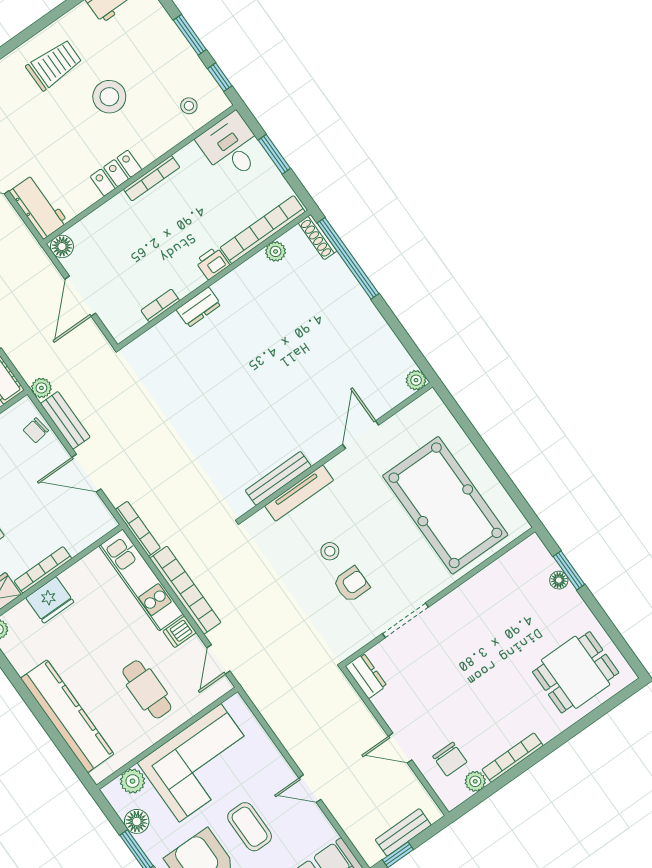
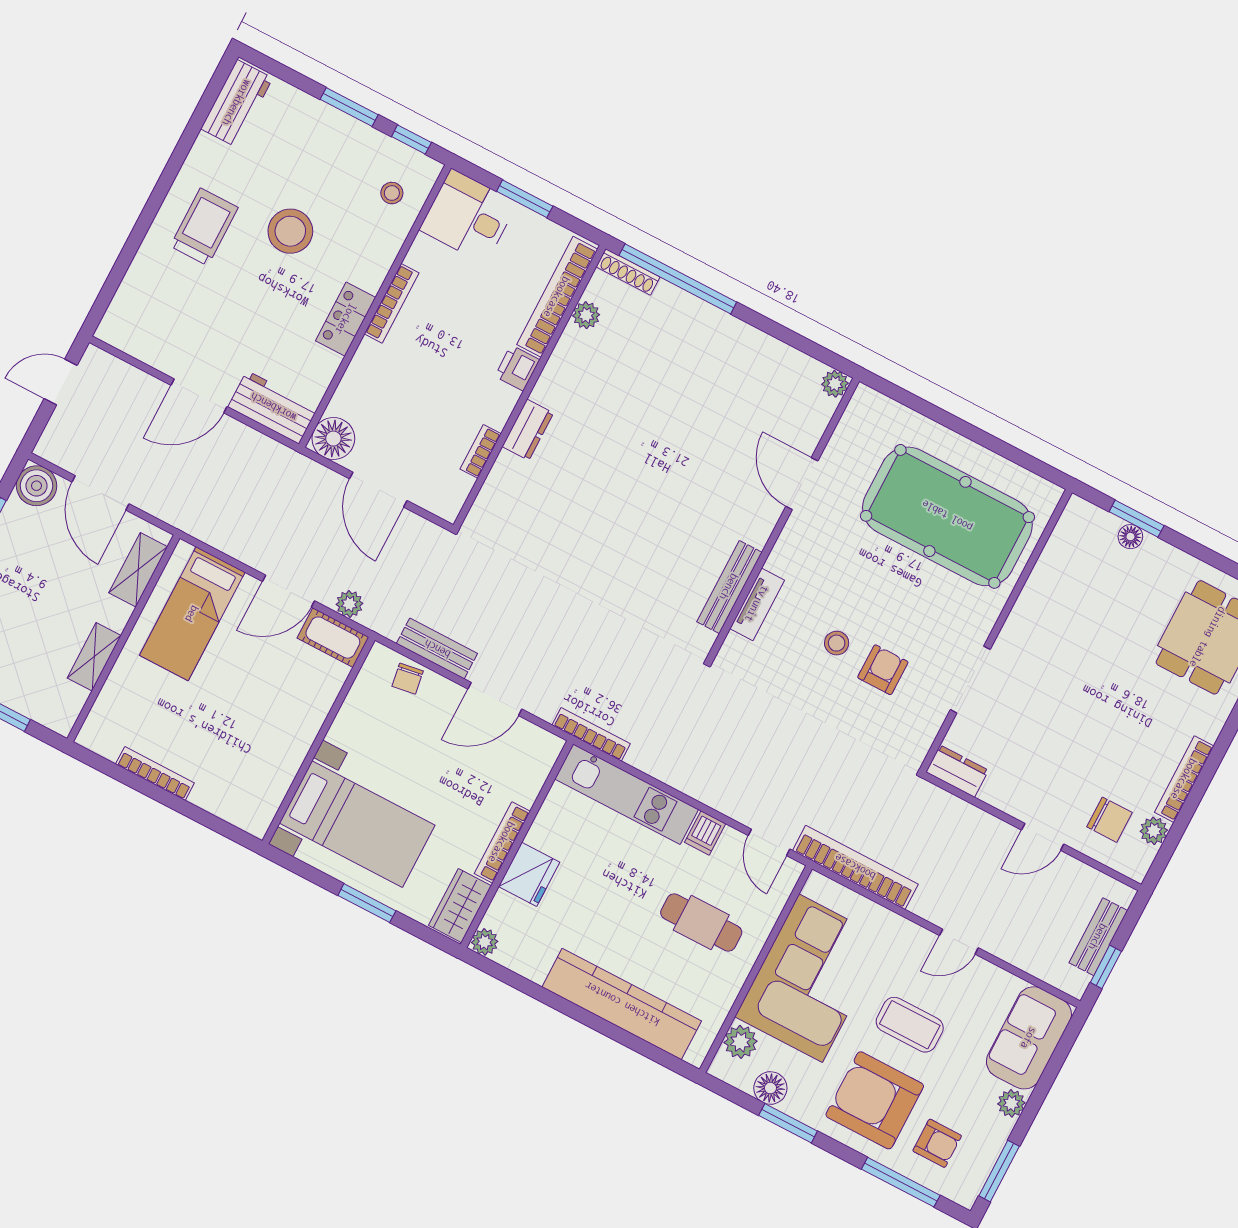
floor lamp: (62, 246) -> (333, 439), width x1.38, depth x1.38
plant: (41, 388) -> (349, 604), moved
tv unit: (299, 493) -> (757, 604), width x0.71
bookcase: (185, 590) -> (855, 867), moved

